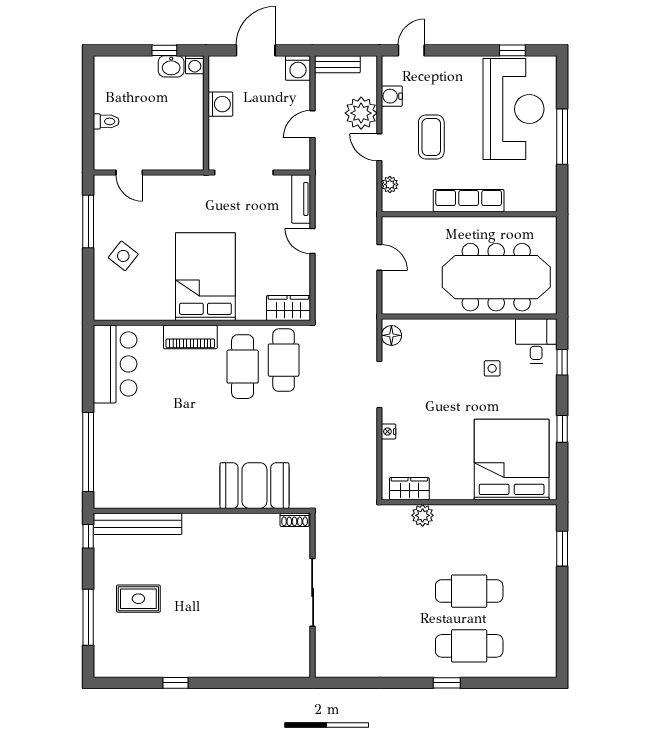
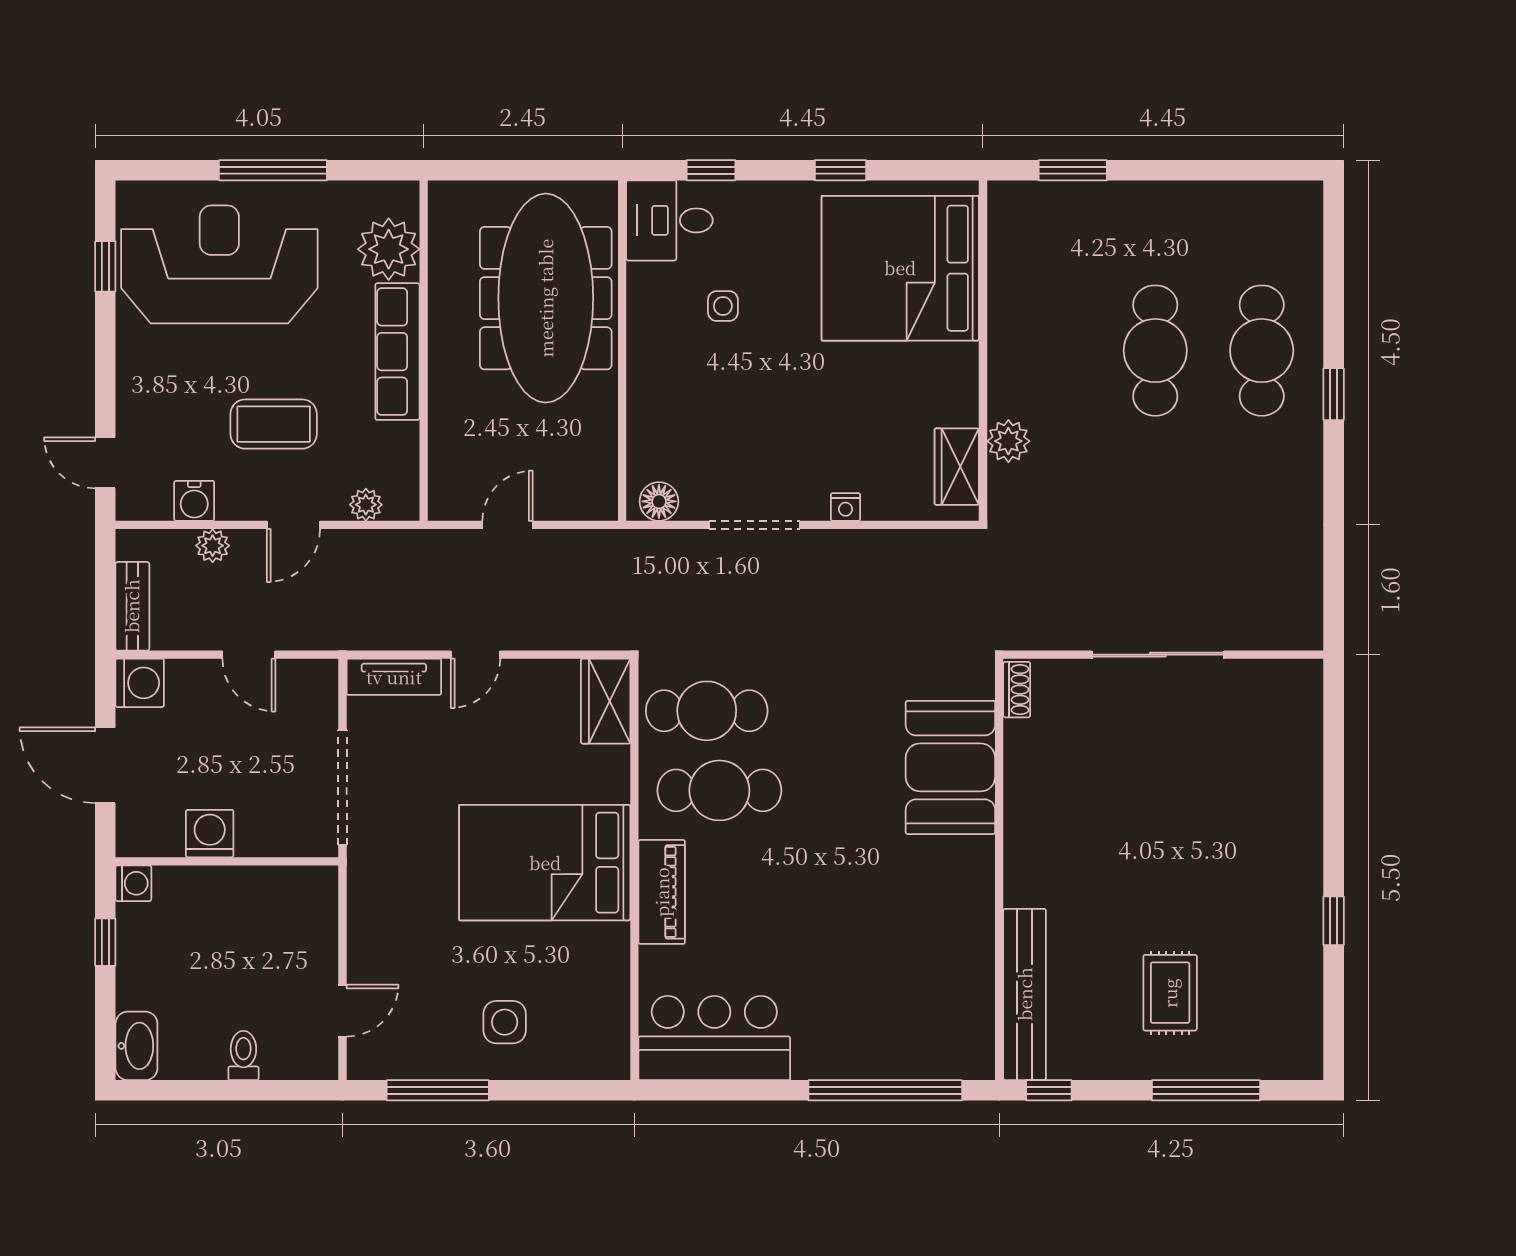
washbasin: (171, 66) -> (136, 1046), moved, width x1.38
plant: (361, 113) -> (213, 546), width x0.53, depth x0.53
plant: (521, 196) -> (389, 249), added
side table: (123, 256) -> (505, 1022), turned -38

